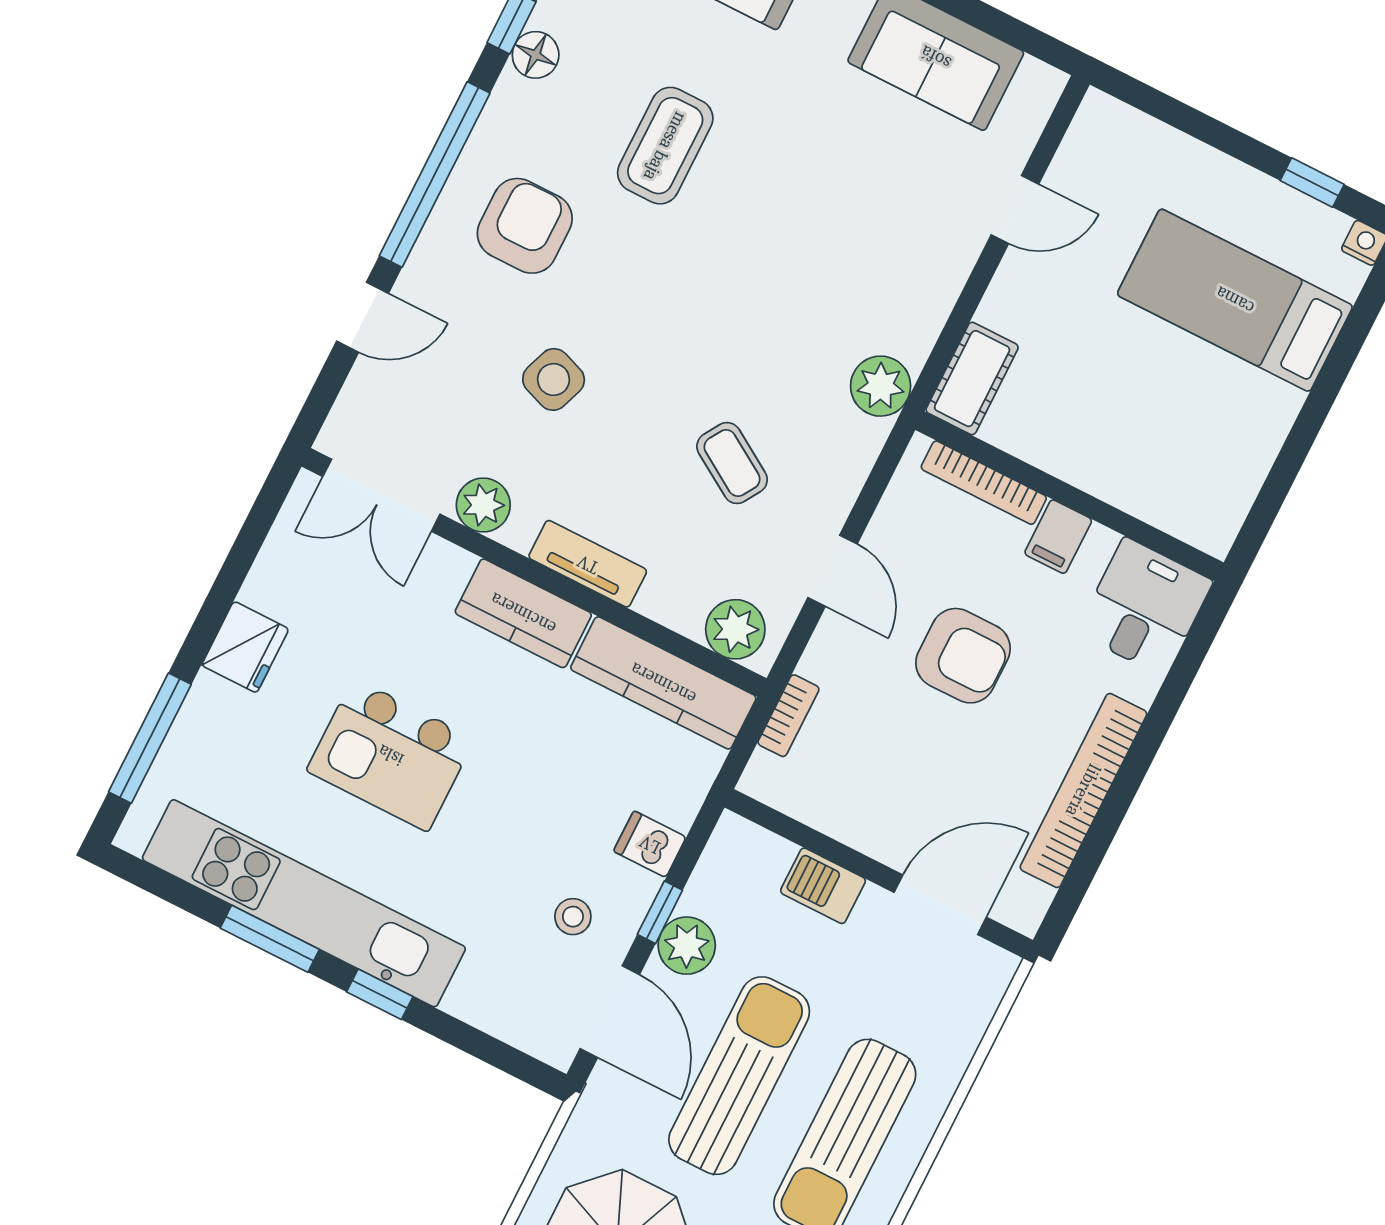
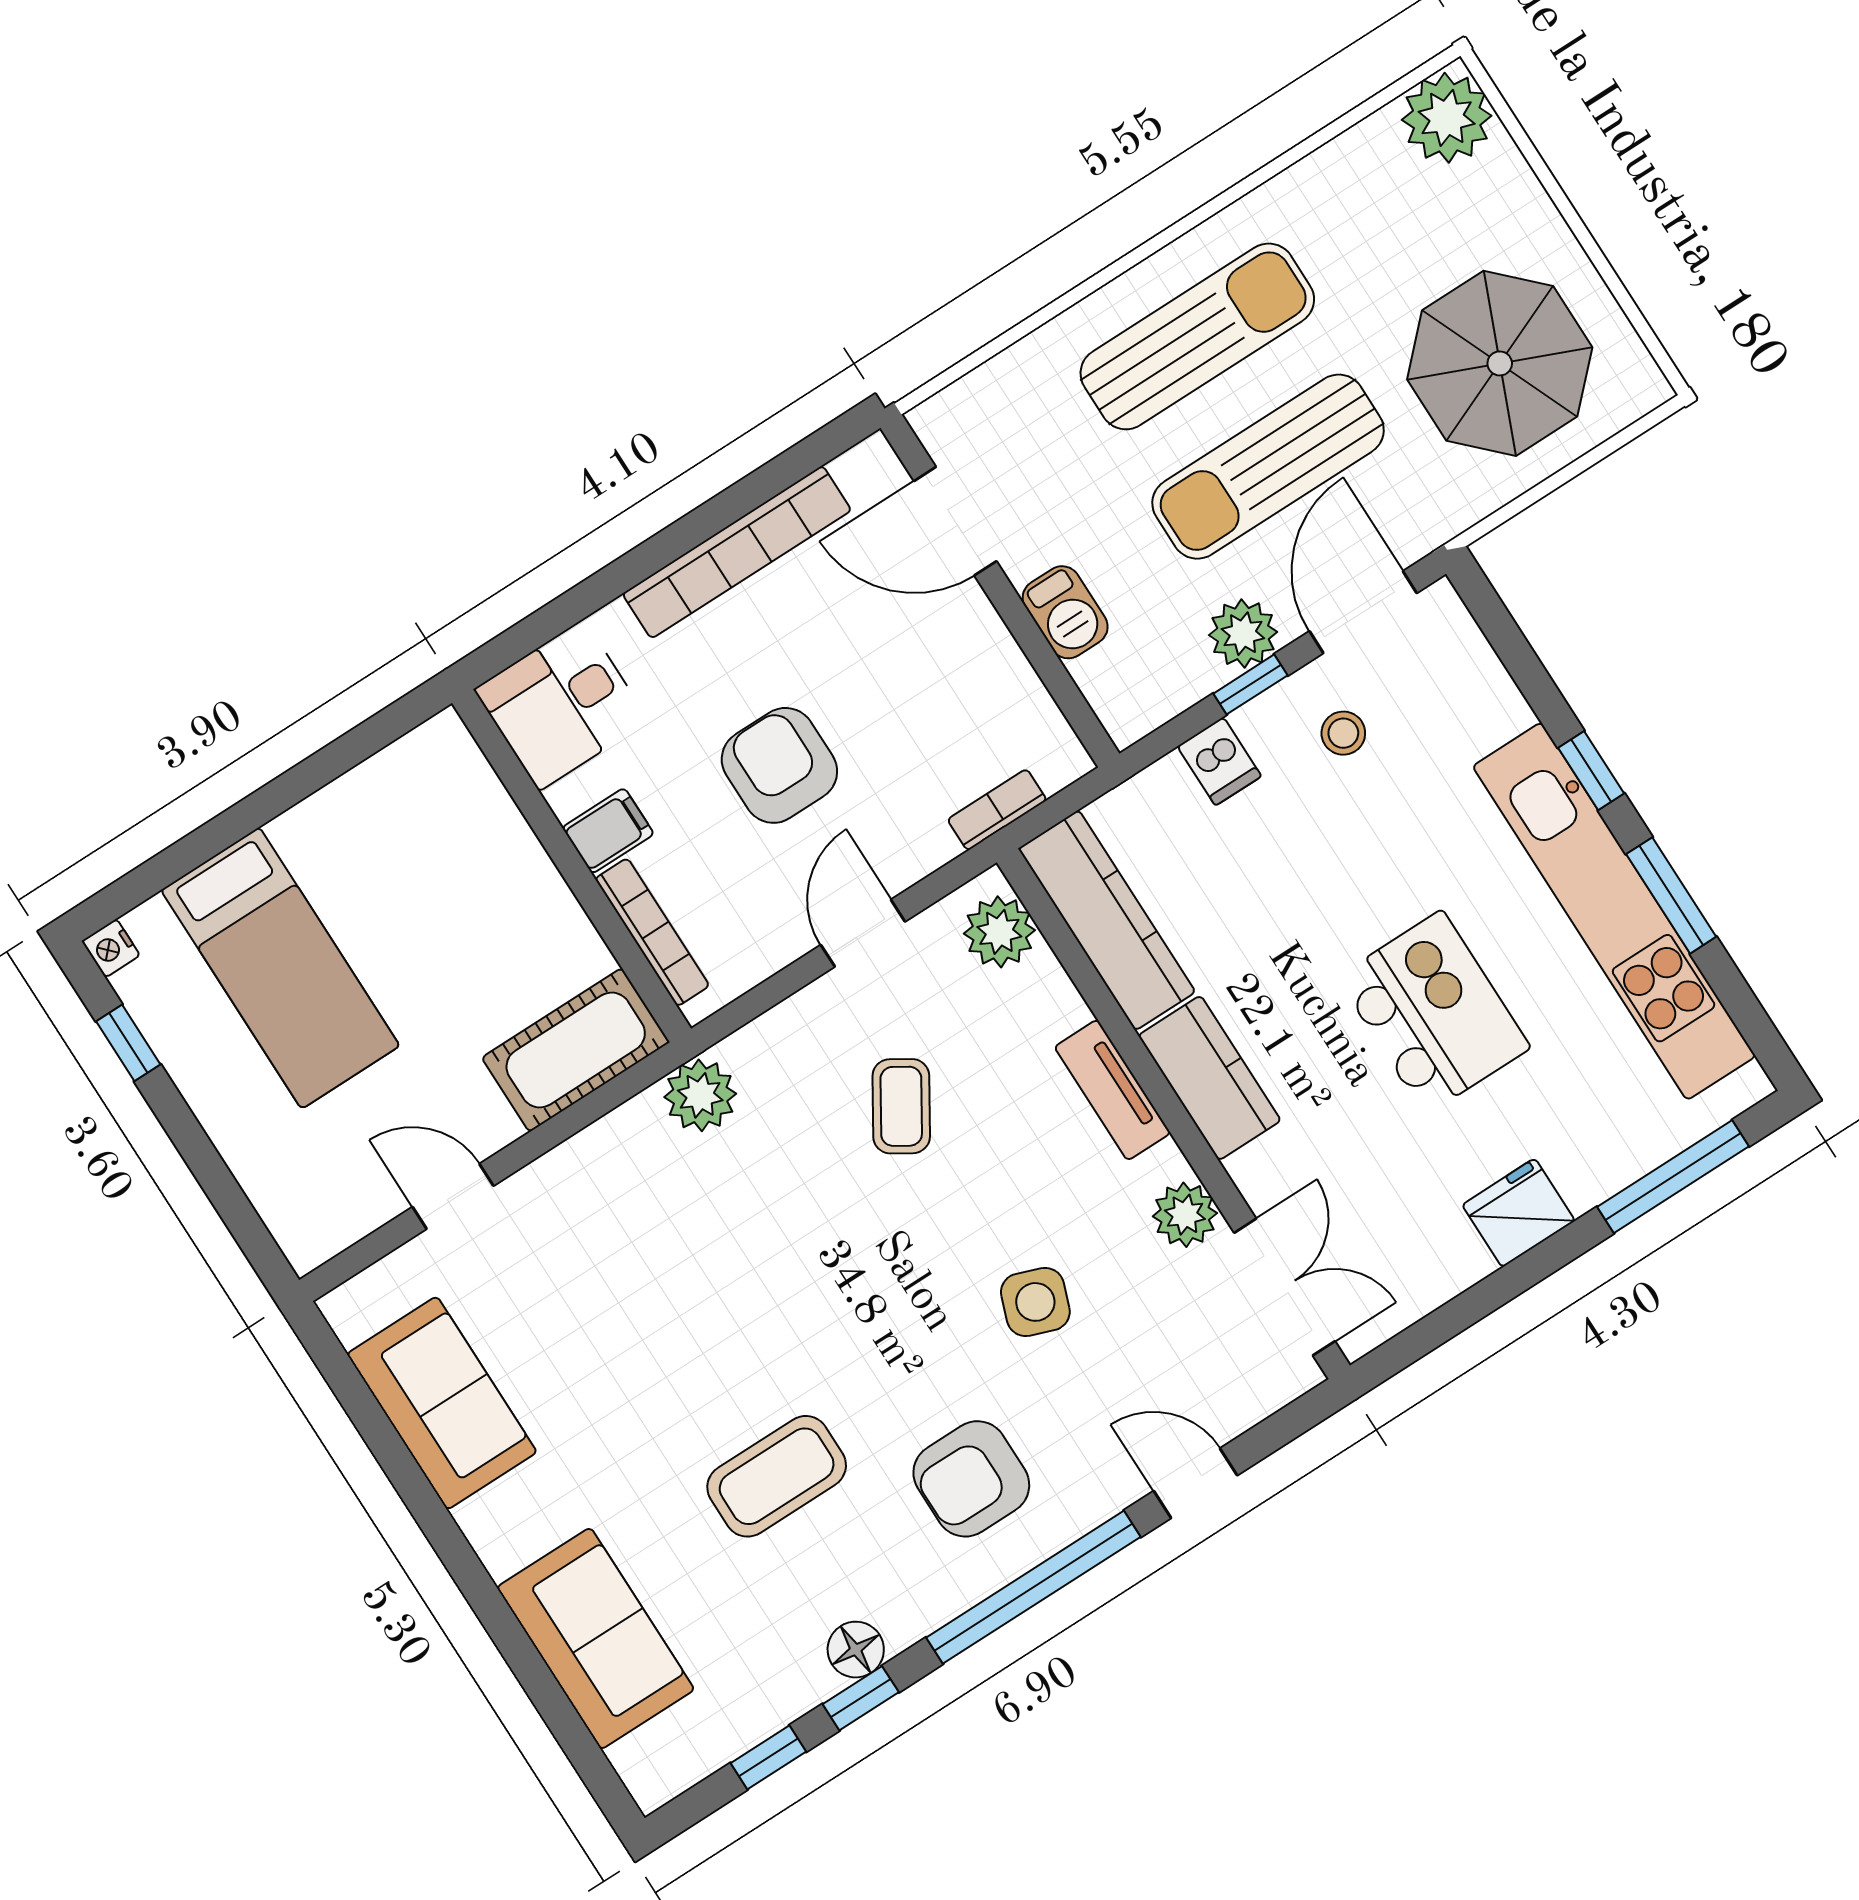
cot: (972, 379) -> (576, 1050), width x1.37, depth x1.34

